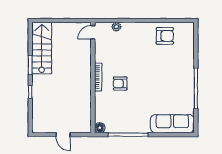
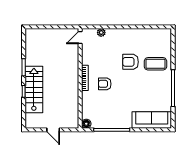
armchair: (165, 36) -> (131, 62), moved, turned 180
stairs: (42, 48) -> (34, 90), moved
coffee table: (176, 61) -> (155, 64), added

